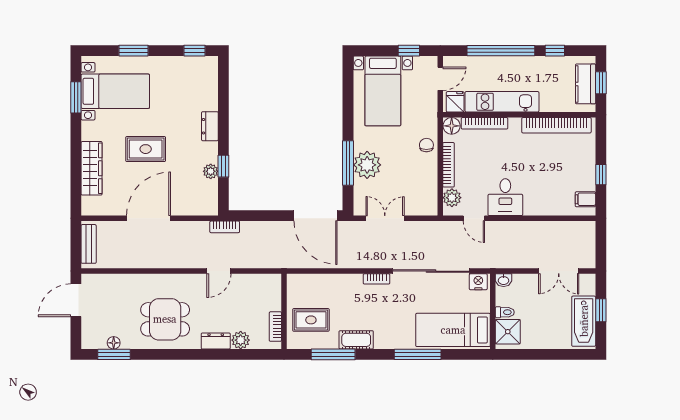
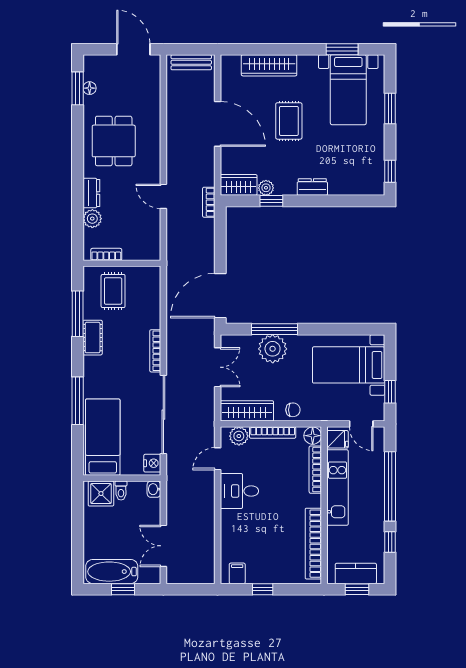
wardrobe: (428, 190) -> (247, 411), added
wardrobe: (208, 198) -> (239, 185), added
bookcase: (377, 279) -> (155, 351), width x1.56

